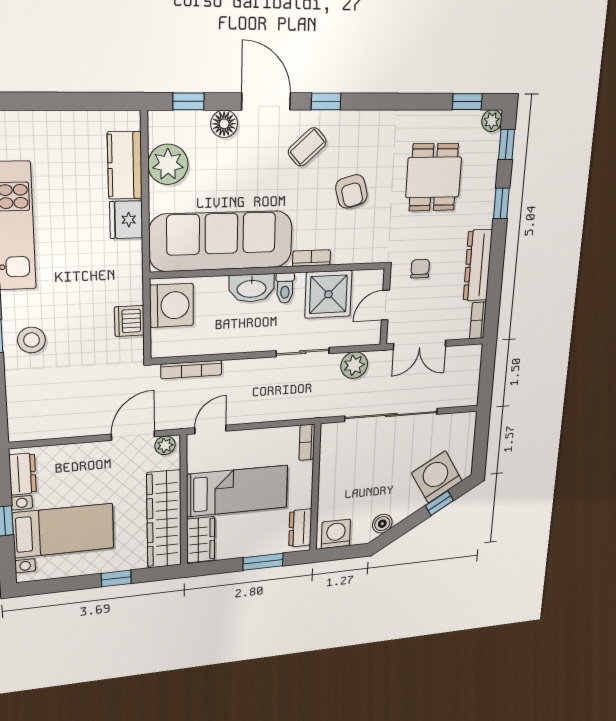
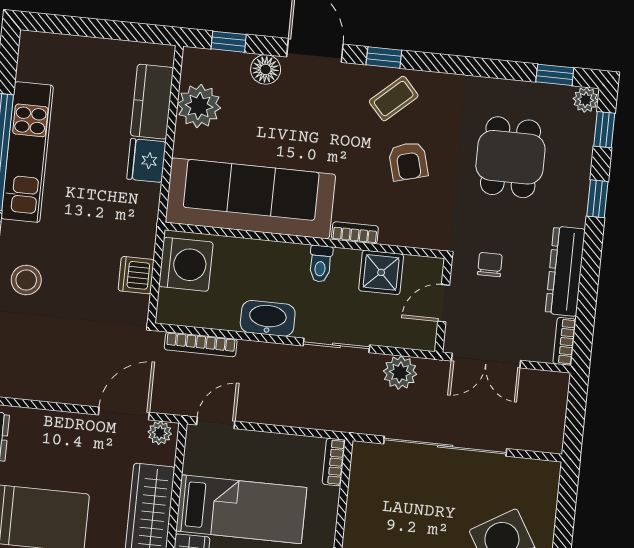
coffee table: (307, 147) -> (394, 99), moved
washbasin: (252, 288) -> (268, 318), moved, turned 180
shower: (328, 294) -> (381, 272), width x0.73, depth x0.73

